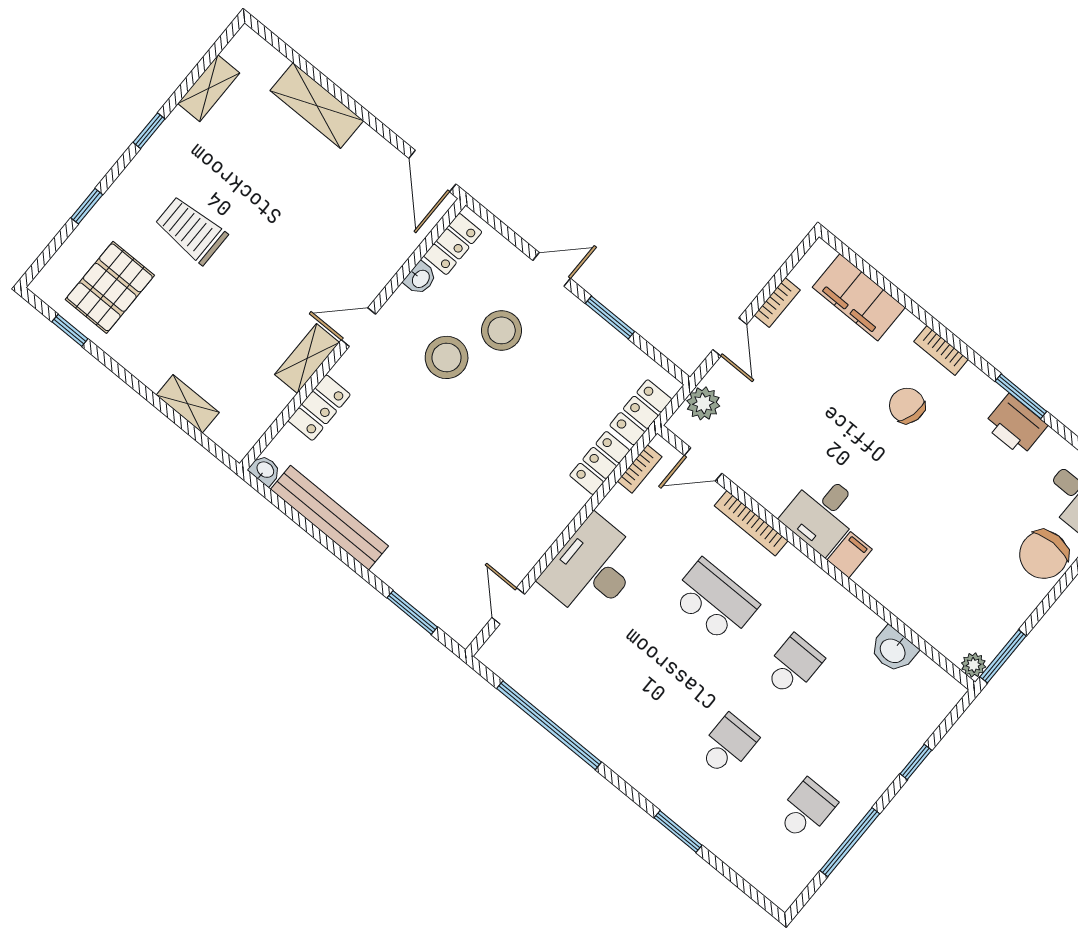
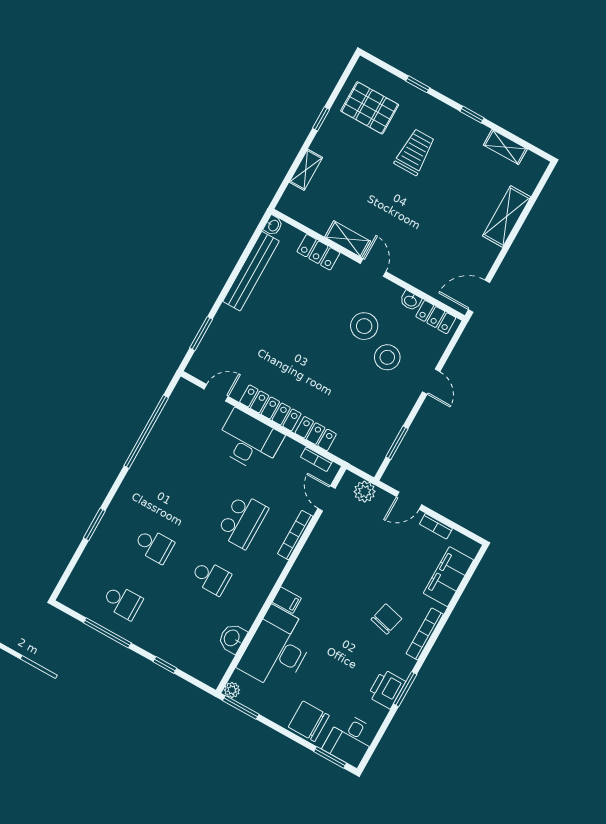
window: (610, 317) -> (397, 443), moved
window: (70, 330) -> (321, 119), moved
bookcase: (941, 350) -> (425, 634), width x1.56
locker: (641, 412) -> (270, 408), moved, width x1.53
desk: (822, 513) -> (277, 649), moved, width x1.87, depth x1.30

